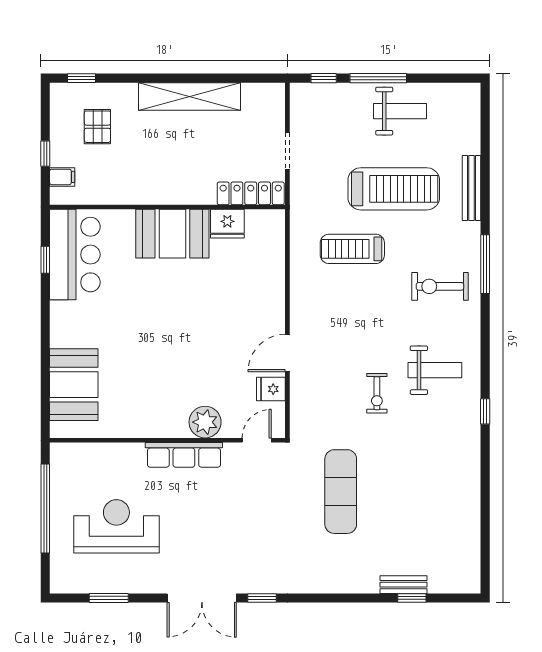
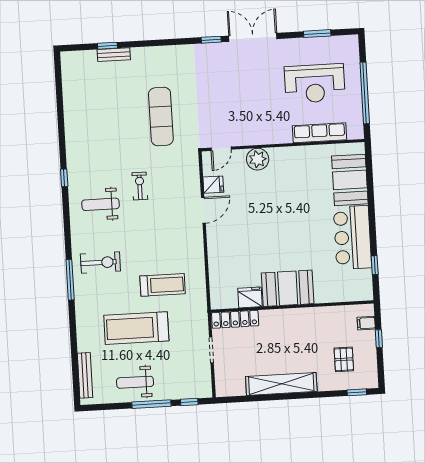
bench: (471, 188) -> (85, 375), moved
bar counter: (75, 255) -> (352, 237), moved
row of seats: (184, 455) -> (319, 133), moved

